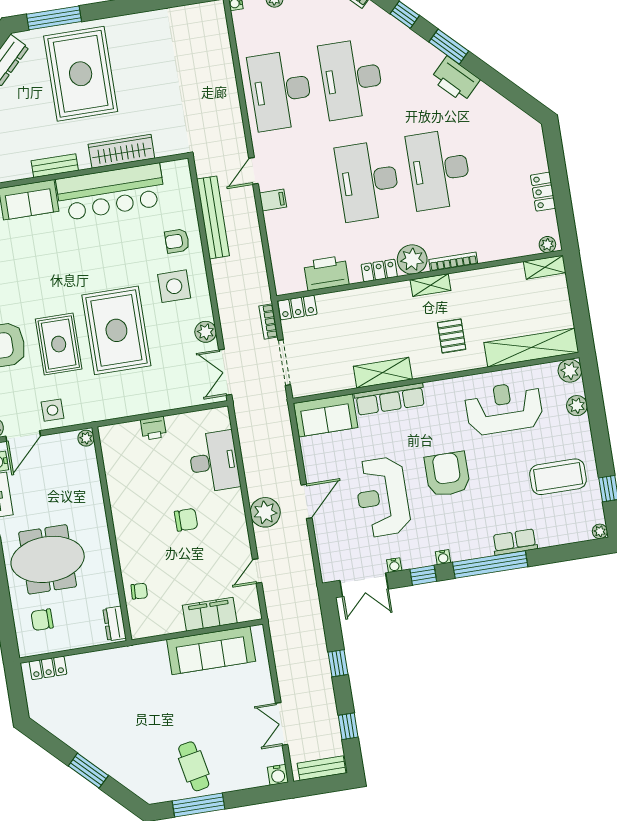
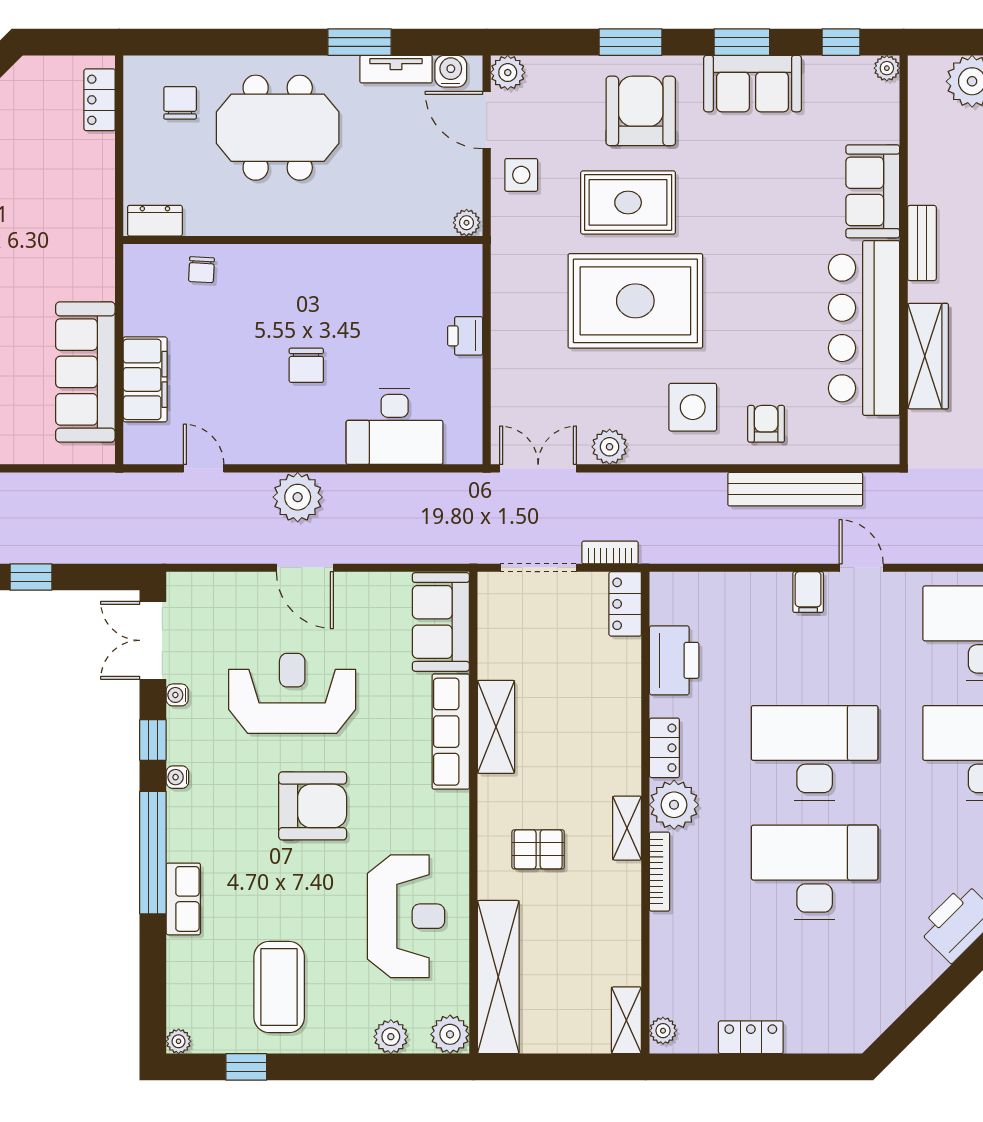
meeting table: (48, 559) -> (278, 128), turned 90

